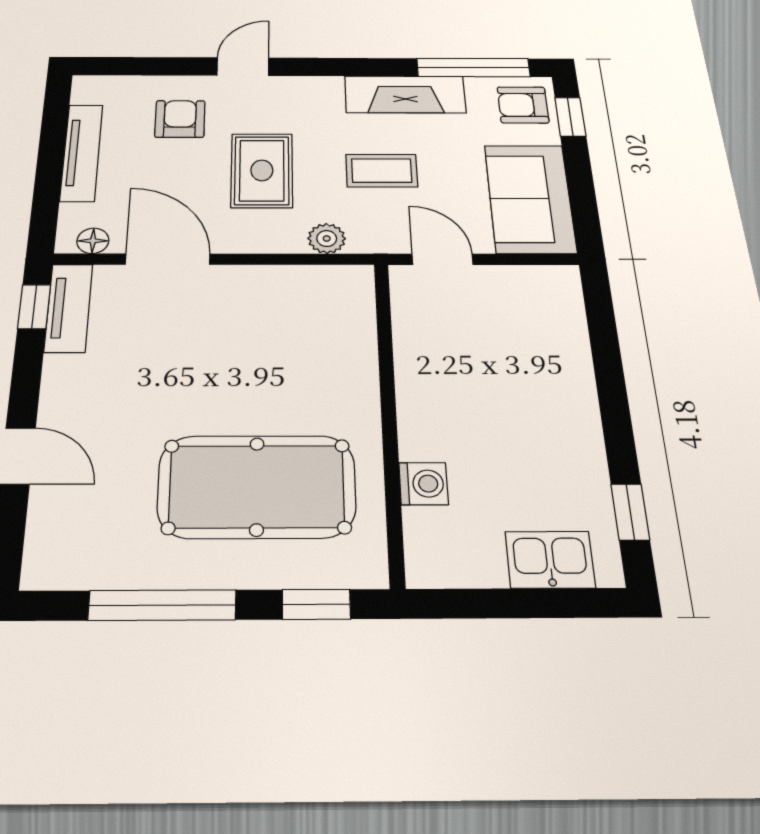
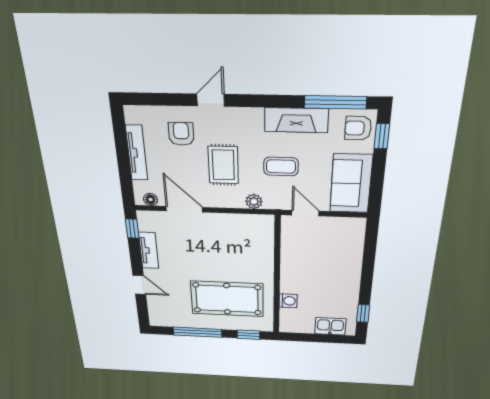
tv unit: (69, 308) -> (149, 250), moved

